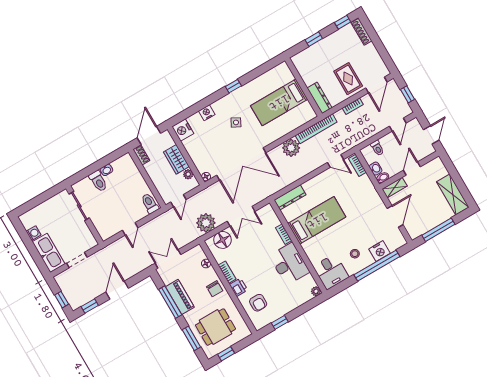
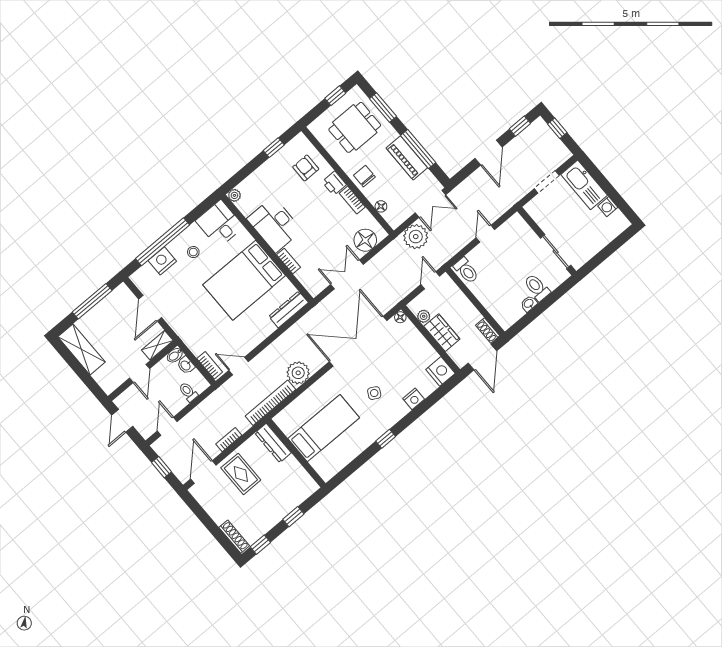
bed: (317, 220) -> (244, 280), width x1.50
plant: (206, 223) -> (416, 237), moved

